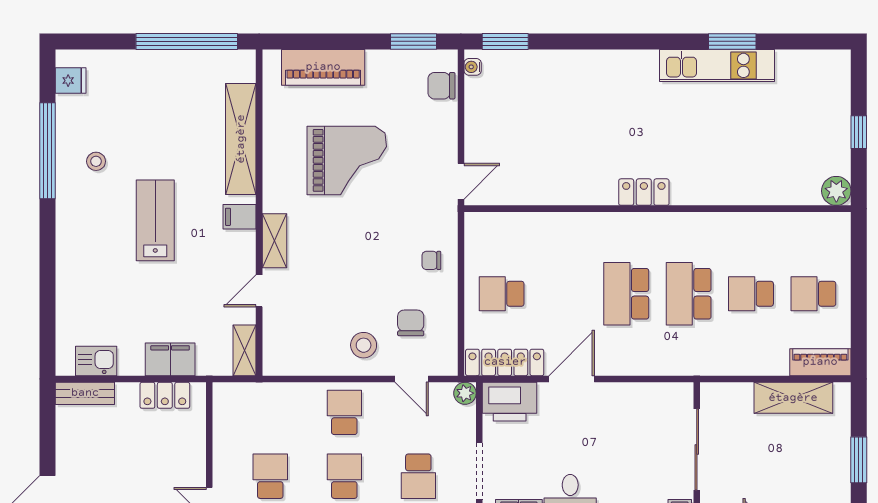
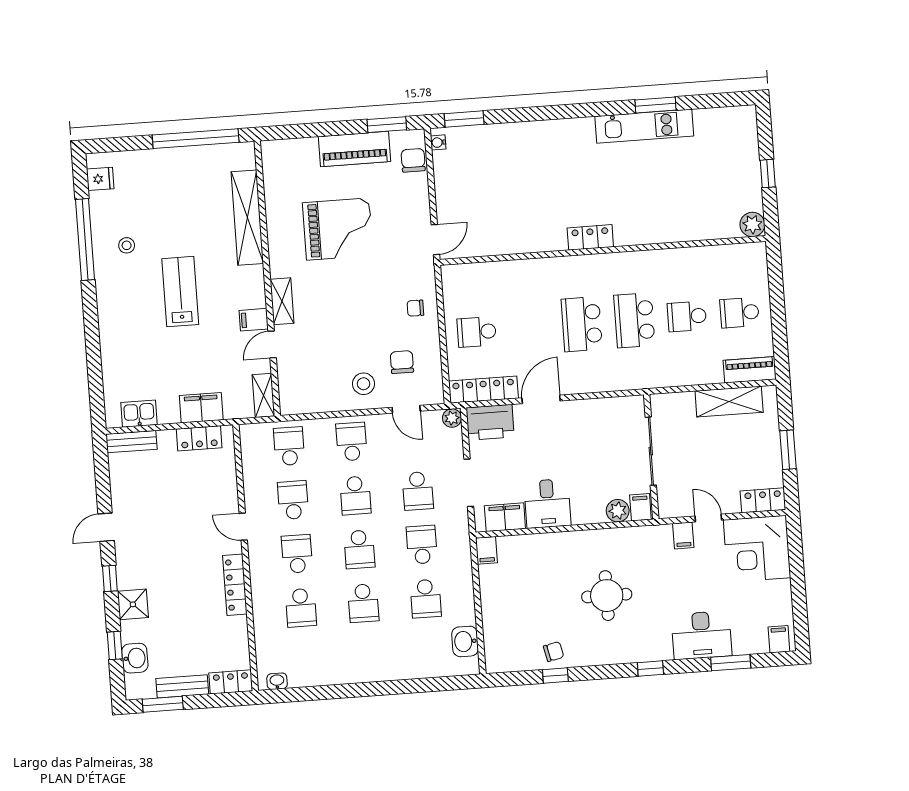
piano: (323, 67) -> (354, 149), moved
chair: (441, 86) -> (413, 160), turned 90
filing cabinet: (239, 217) -> (254, 320), moved
school desk: (270, 412) -> (289, 446), added
school desk: (344, 476) -> (355, 495), turned 180

